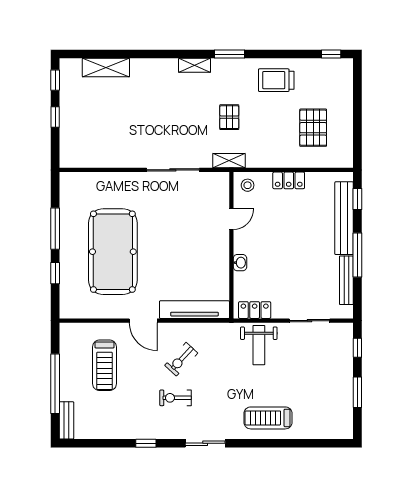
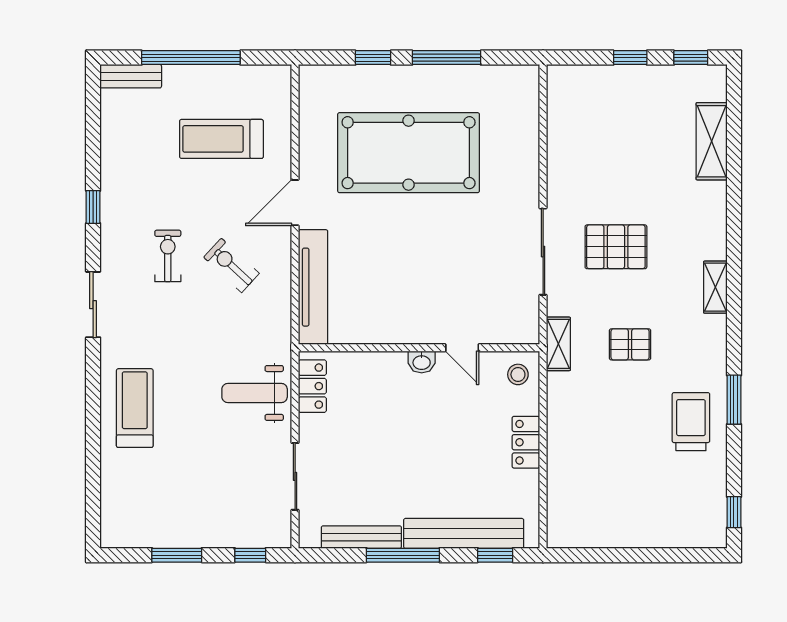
window: (229, 54) -> (734, 400), moved
pallet: (313, 128) -> (616, 247), moved
washbasin: (240, 263) -> (422, 362), moved

